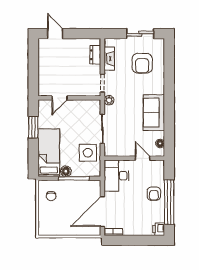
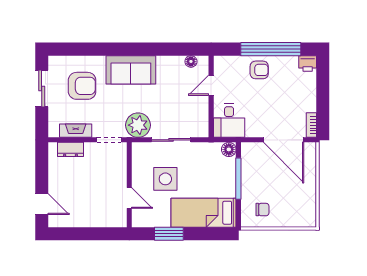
door: (55, 34) -> (42, 204), swing flipped
plant: (109, 100) -> (138, 125), width x1.87, depth x1.87
sofa: (154, 113) -> (131, 70), moved
side table: (88, 153) -> (165, 179), moved
floor lamp: (66, 171) -> (229, 149), moved
desk: (117, 176) -> (229, 121), width x0.73

